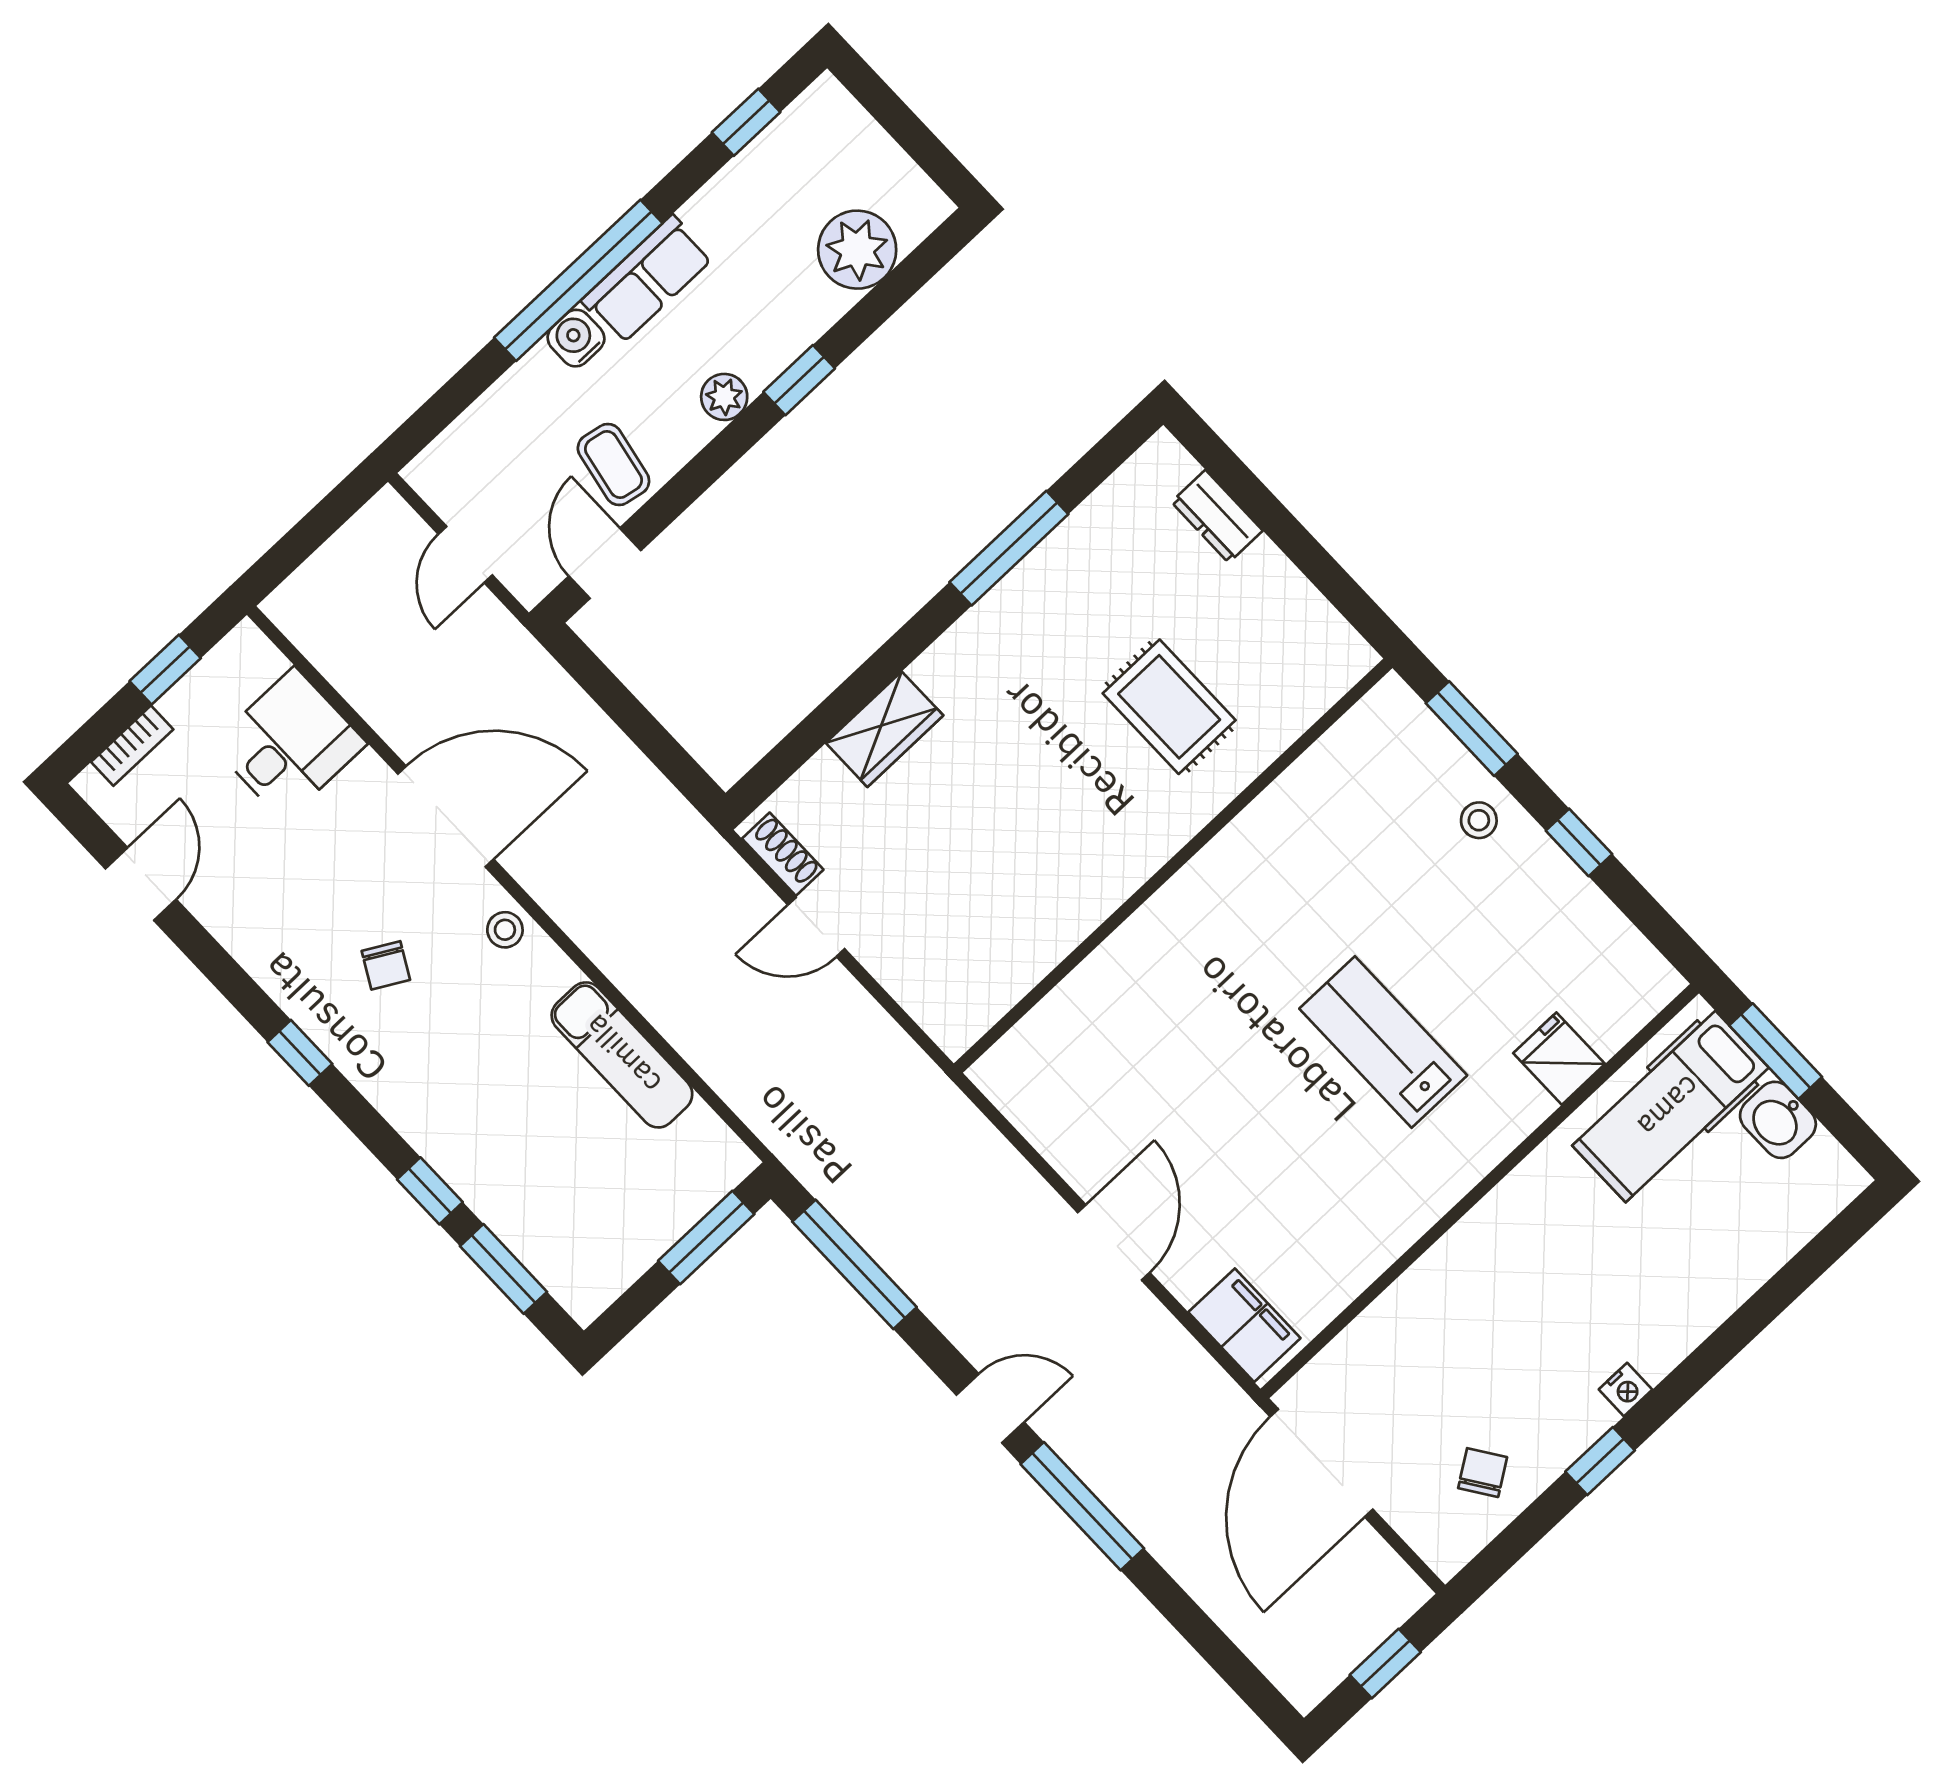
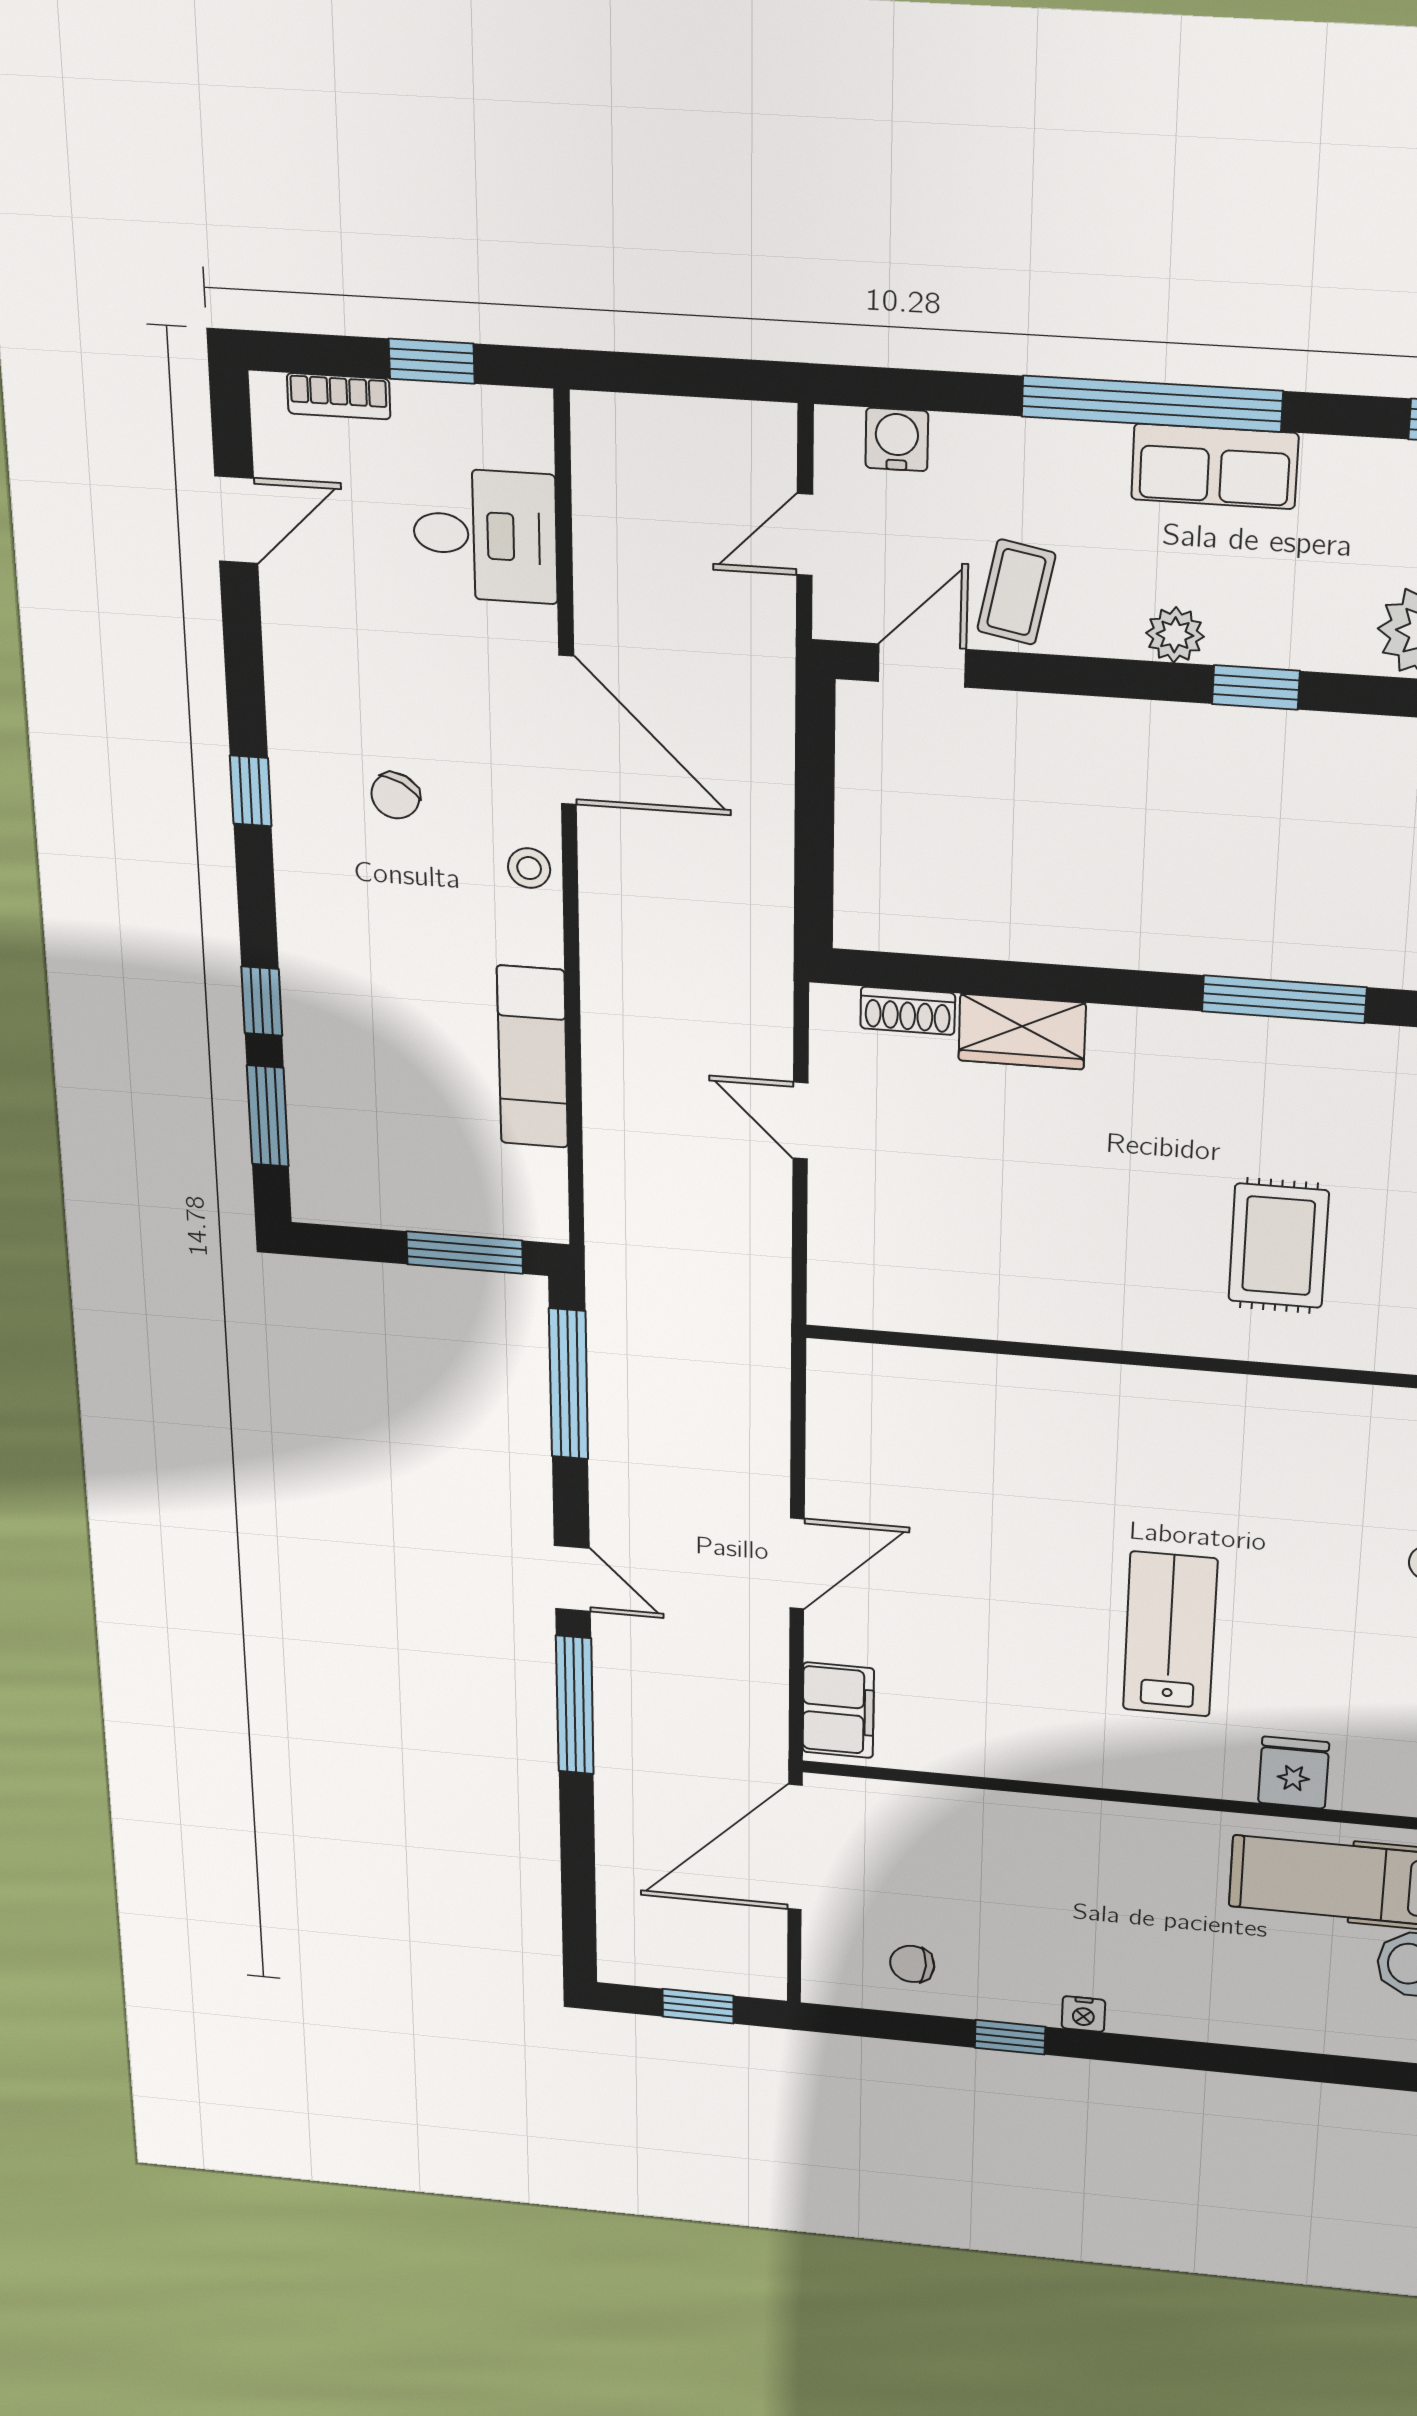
water cooler: (576, 338) -> (897, 439), moved
shoe rack: (783, 854) -> (908, 1011), moved, turned 90
chair: (1483, 1473) -> (912, 1964), turned -144

